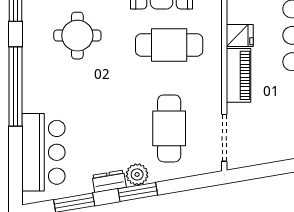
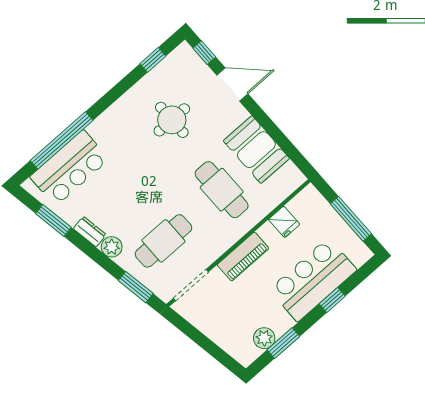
fridge: (240, 35) -> (284, 222), moved
window: (15, 86) -> (62, 140), moved
window: (138, 192) -> (136, 287), moved

